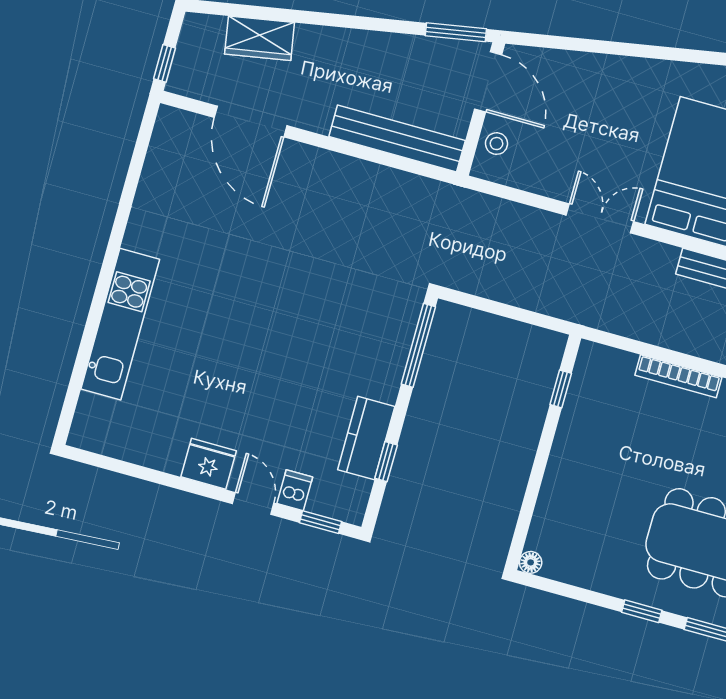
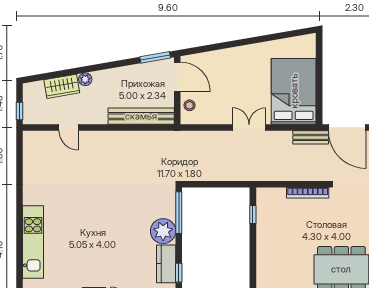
plant: (309, 37) -> (85, 79), added
door: (251, 122) -> (69, 127), width x0.53
plant: (378, 373) -> (163, 231), added

